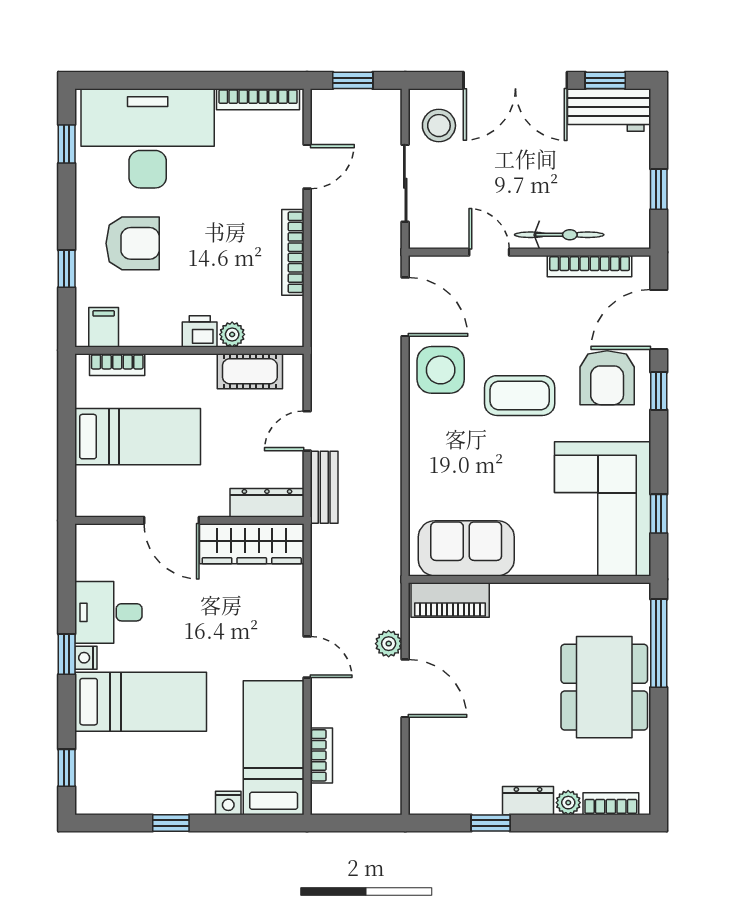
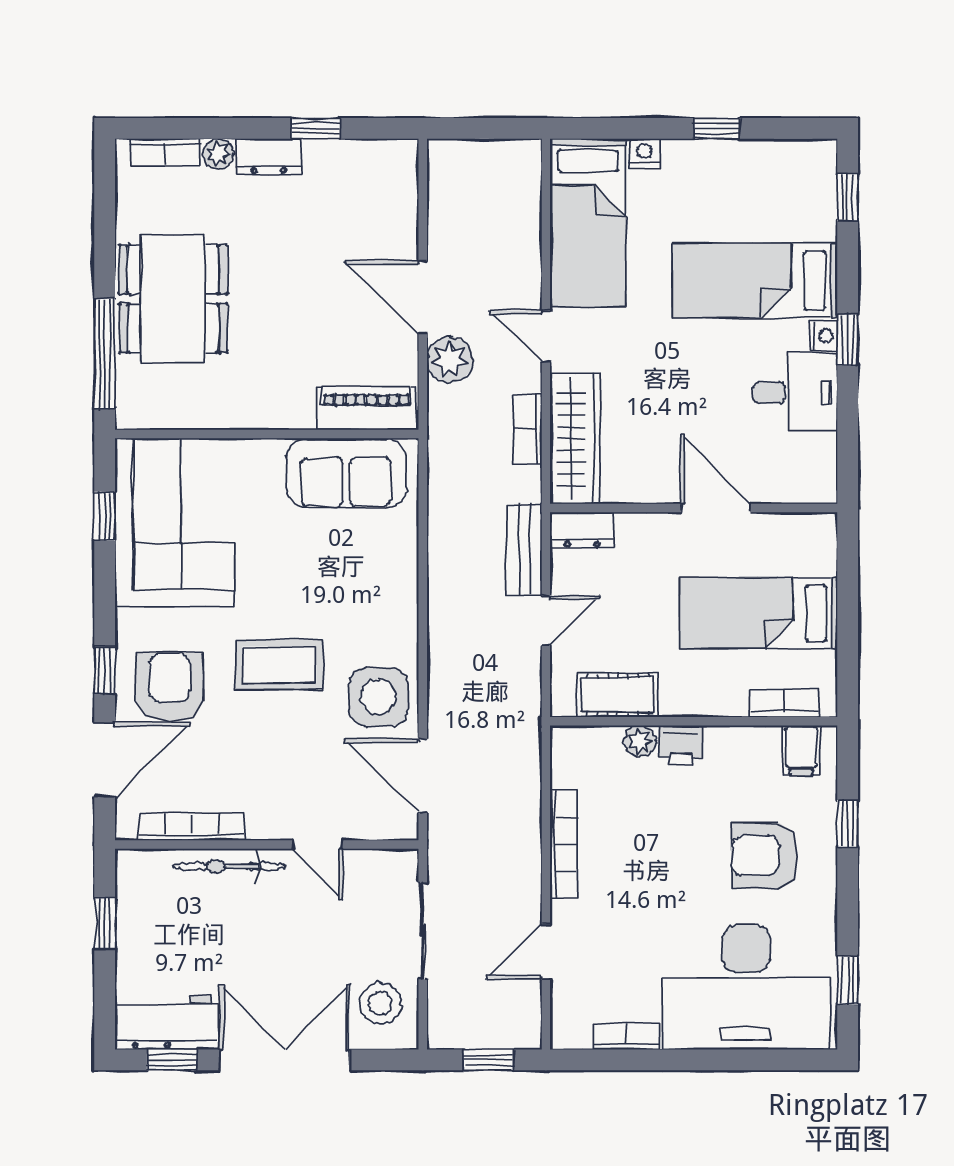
bookcase: (258, 99) -> (626, 1036), width x0.64
dresser: (267, 503) -> (582, 530), width x0.70
wardrobe: (252, 544) -> (575, 438), moved, turned 90
plant: (389, 644) -> (450, 360), width x1.38, depth x1.38
bookcase: (321, 755) -> (528, 429), moved

